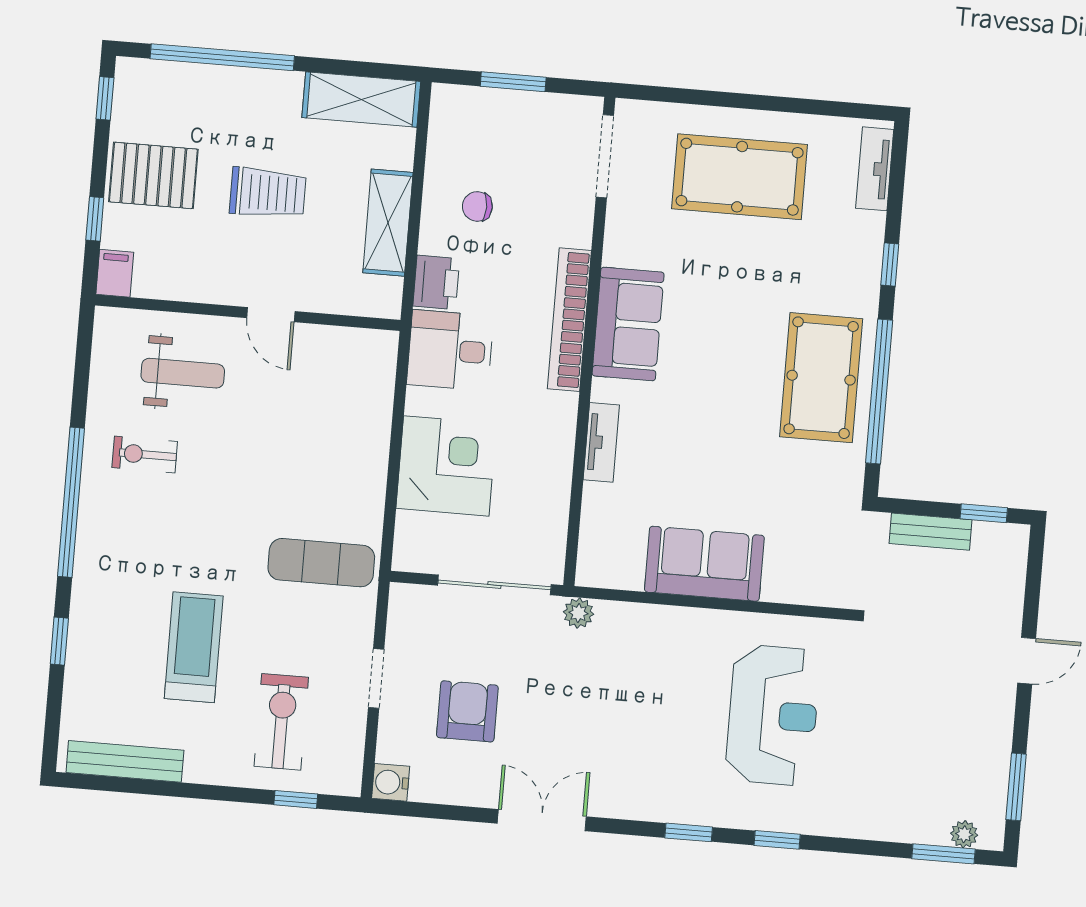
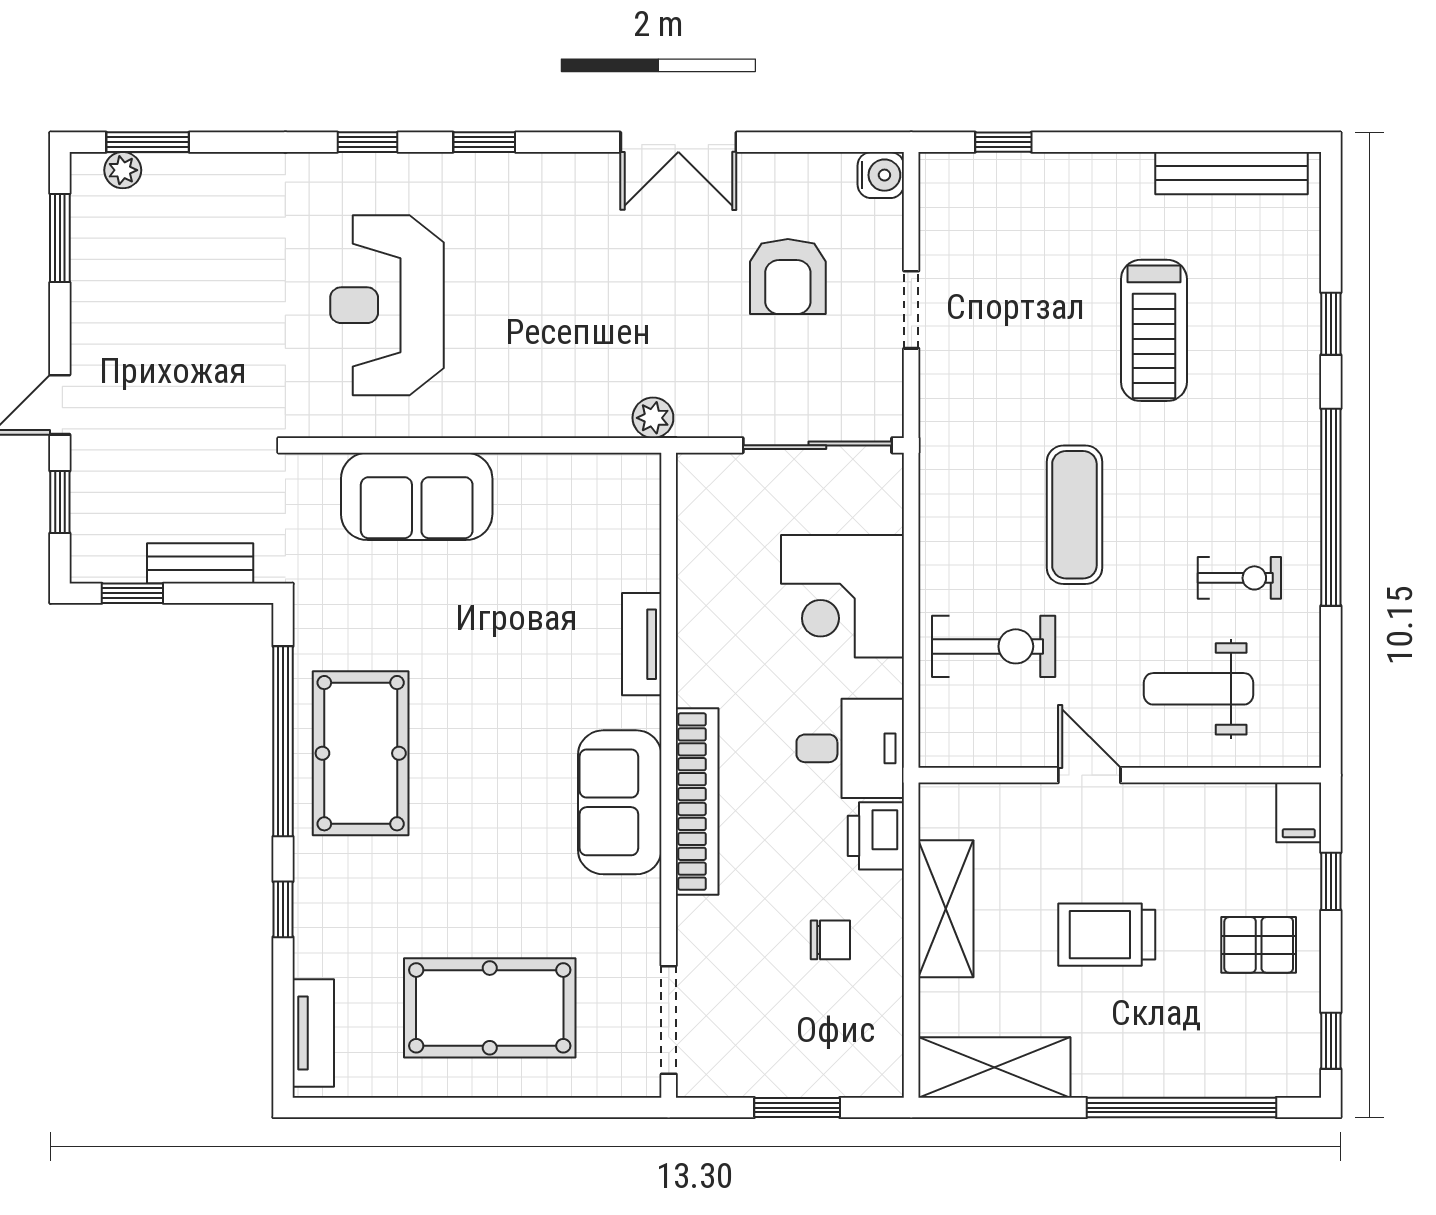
pallet: (153, 175) -> (1259, 945), width x0.67, depth x0.71
exercise mat: (321, 563) -> (1074, 515), moved, turned 90
sofa: (704, 564) -> (417, 496), moved
sliding door: (494, 585) -> (817, 445), moved
window: (1033, 587) -> (60, 502), added
exercise bike: (281, 722) -> (994, 646), moved, turned -90

